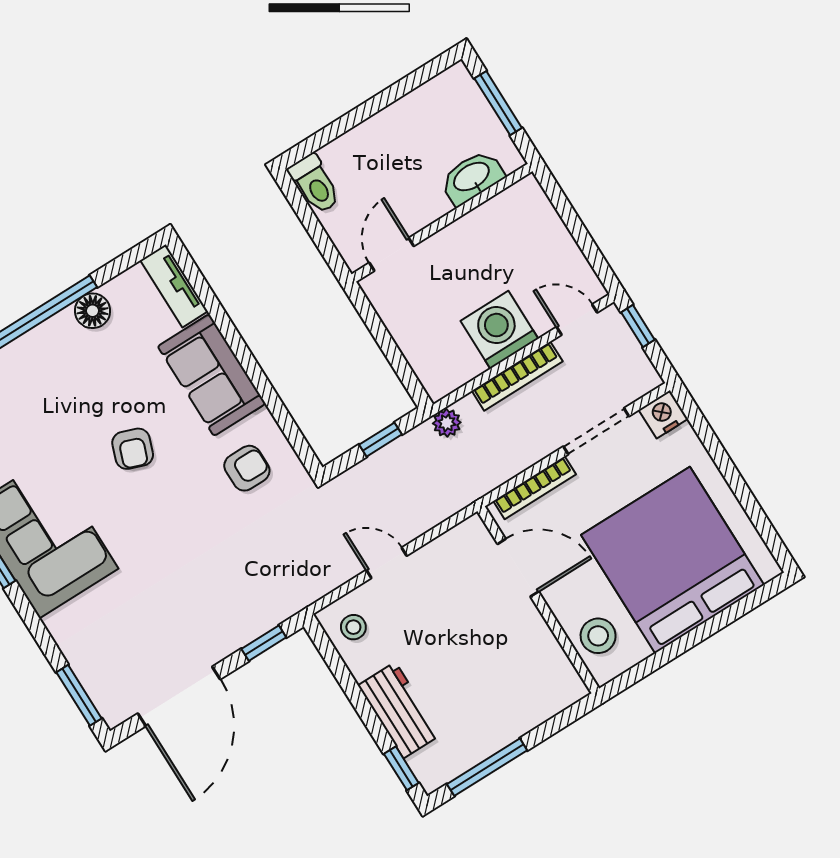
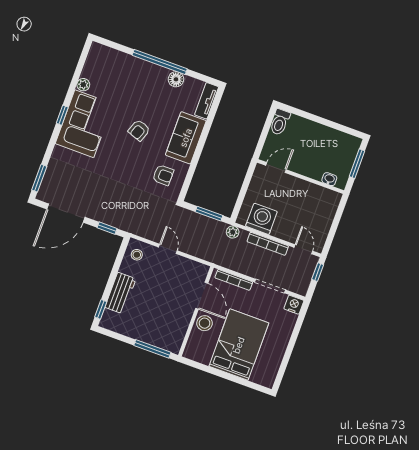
washbasin: (472, 177) -> (329, 179), width x0.52, depth x0.69
washing machine: (499, 330) -> (261, 219), moved
window: (380, 440) -> (209, 214), width x1.50
bed: (673, 560) -> (239, 345), width x0.73
stool: (598, 636) -> (205, 323), moved
window: (487, 767) -> (152, 349), moved

